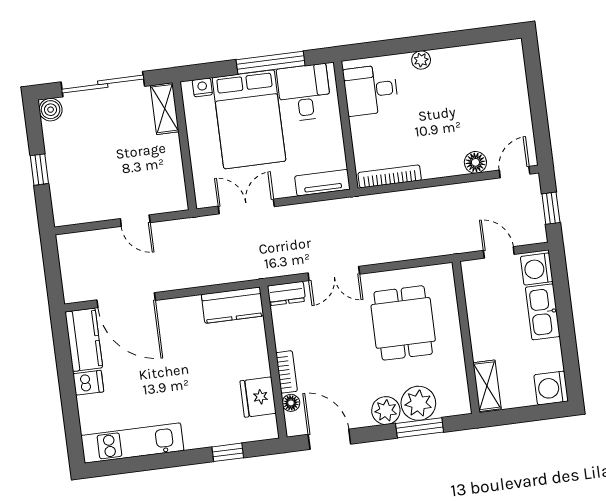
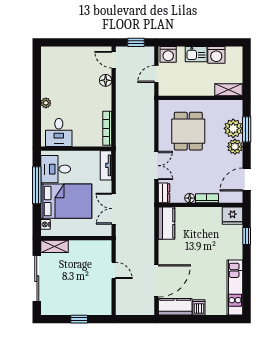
boiler: (51, 110) -> (47, 309), removed
door: (135, 221) -> (114, 270), hinge flipped
kitchen sink: (543, 312) -> (196, 54), width x0.73
dining table: (403, 323) -> (188, 131), turned 90
washing machine: (551, 388) -> (216, 55), moved
fridge: (258, 397) -> (232, 216), moved
floor lamp: (291, 403) -> (190, 198), moved

